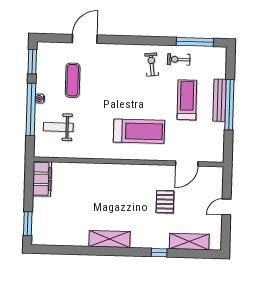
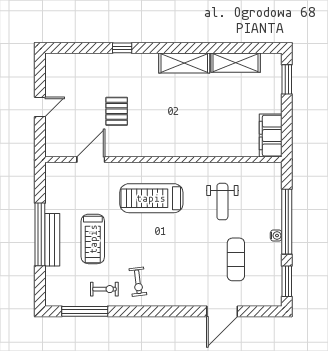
weight bench: (58, 127) -> (222, 202), moved, turned 90
shelving: (189, 242) -> (236, 63), moved

